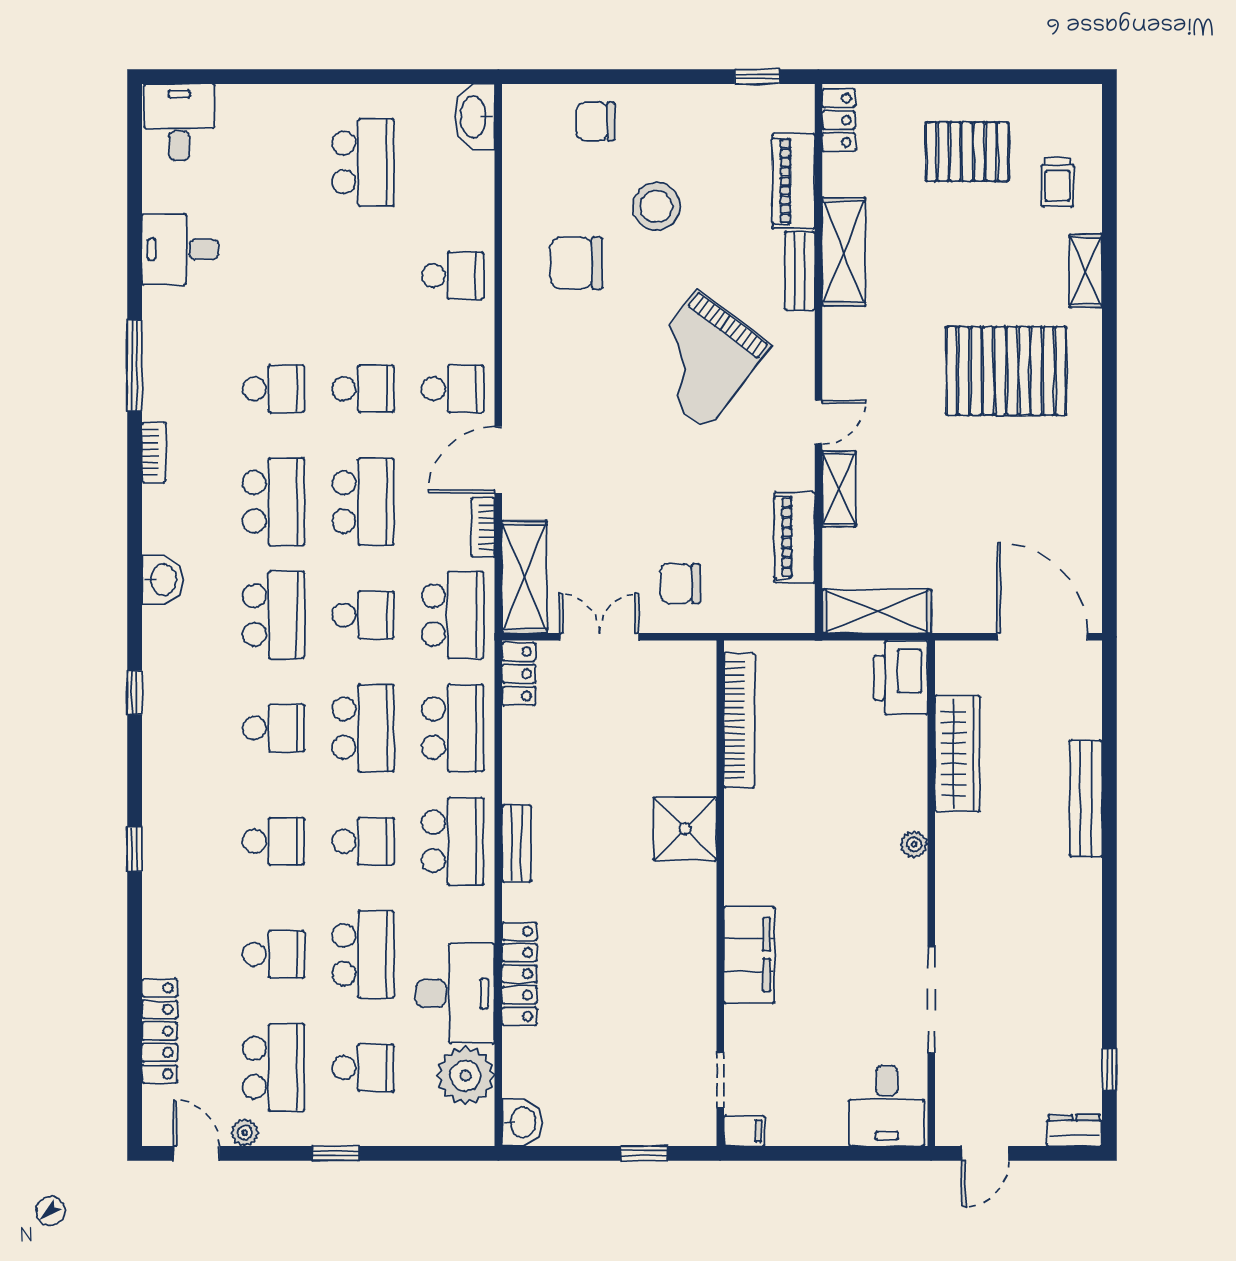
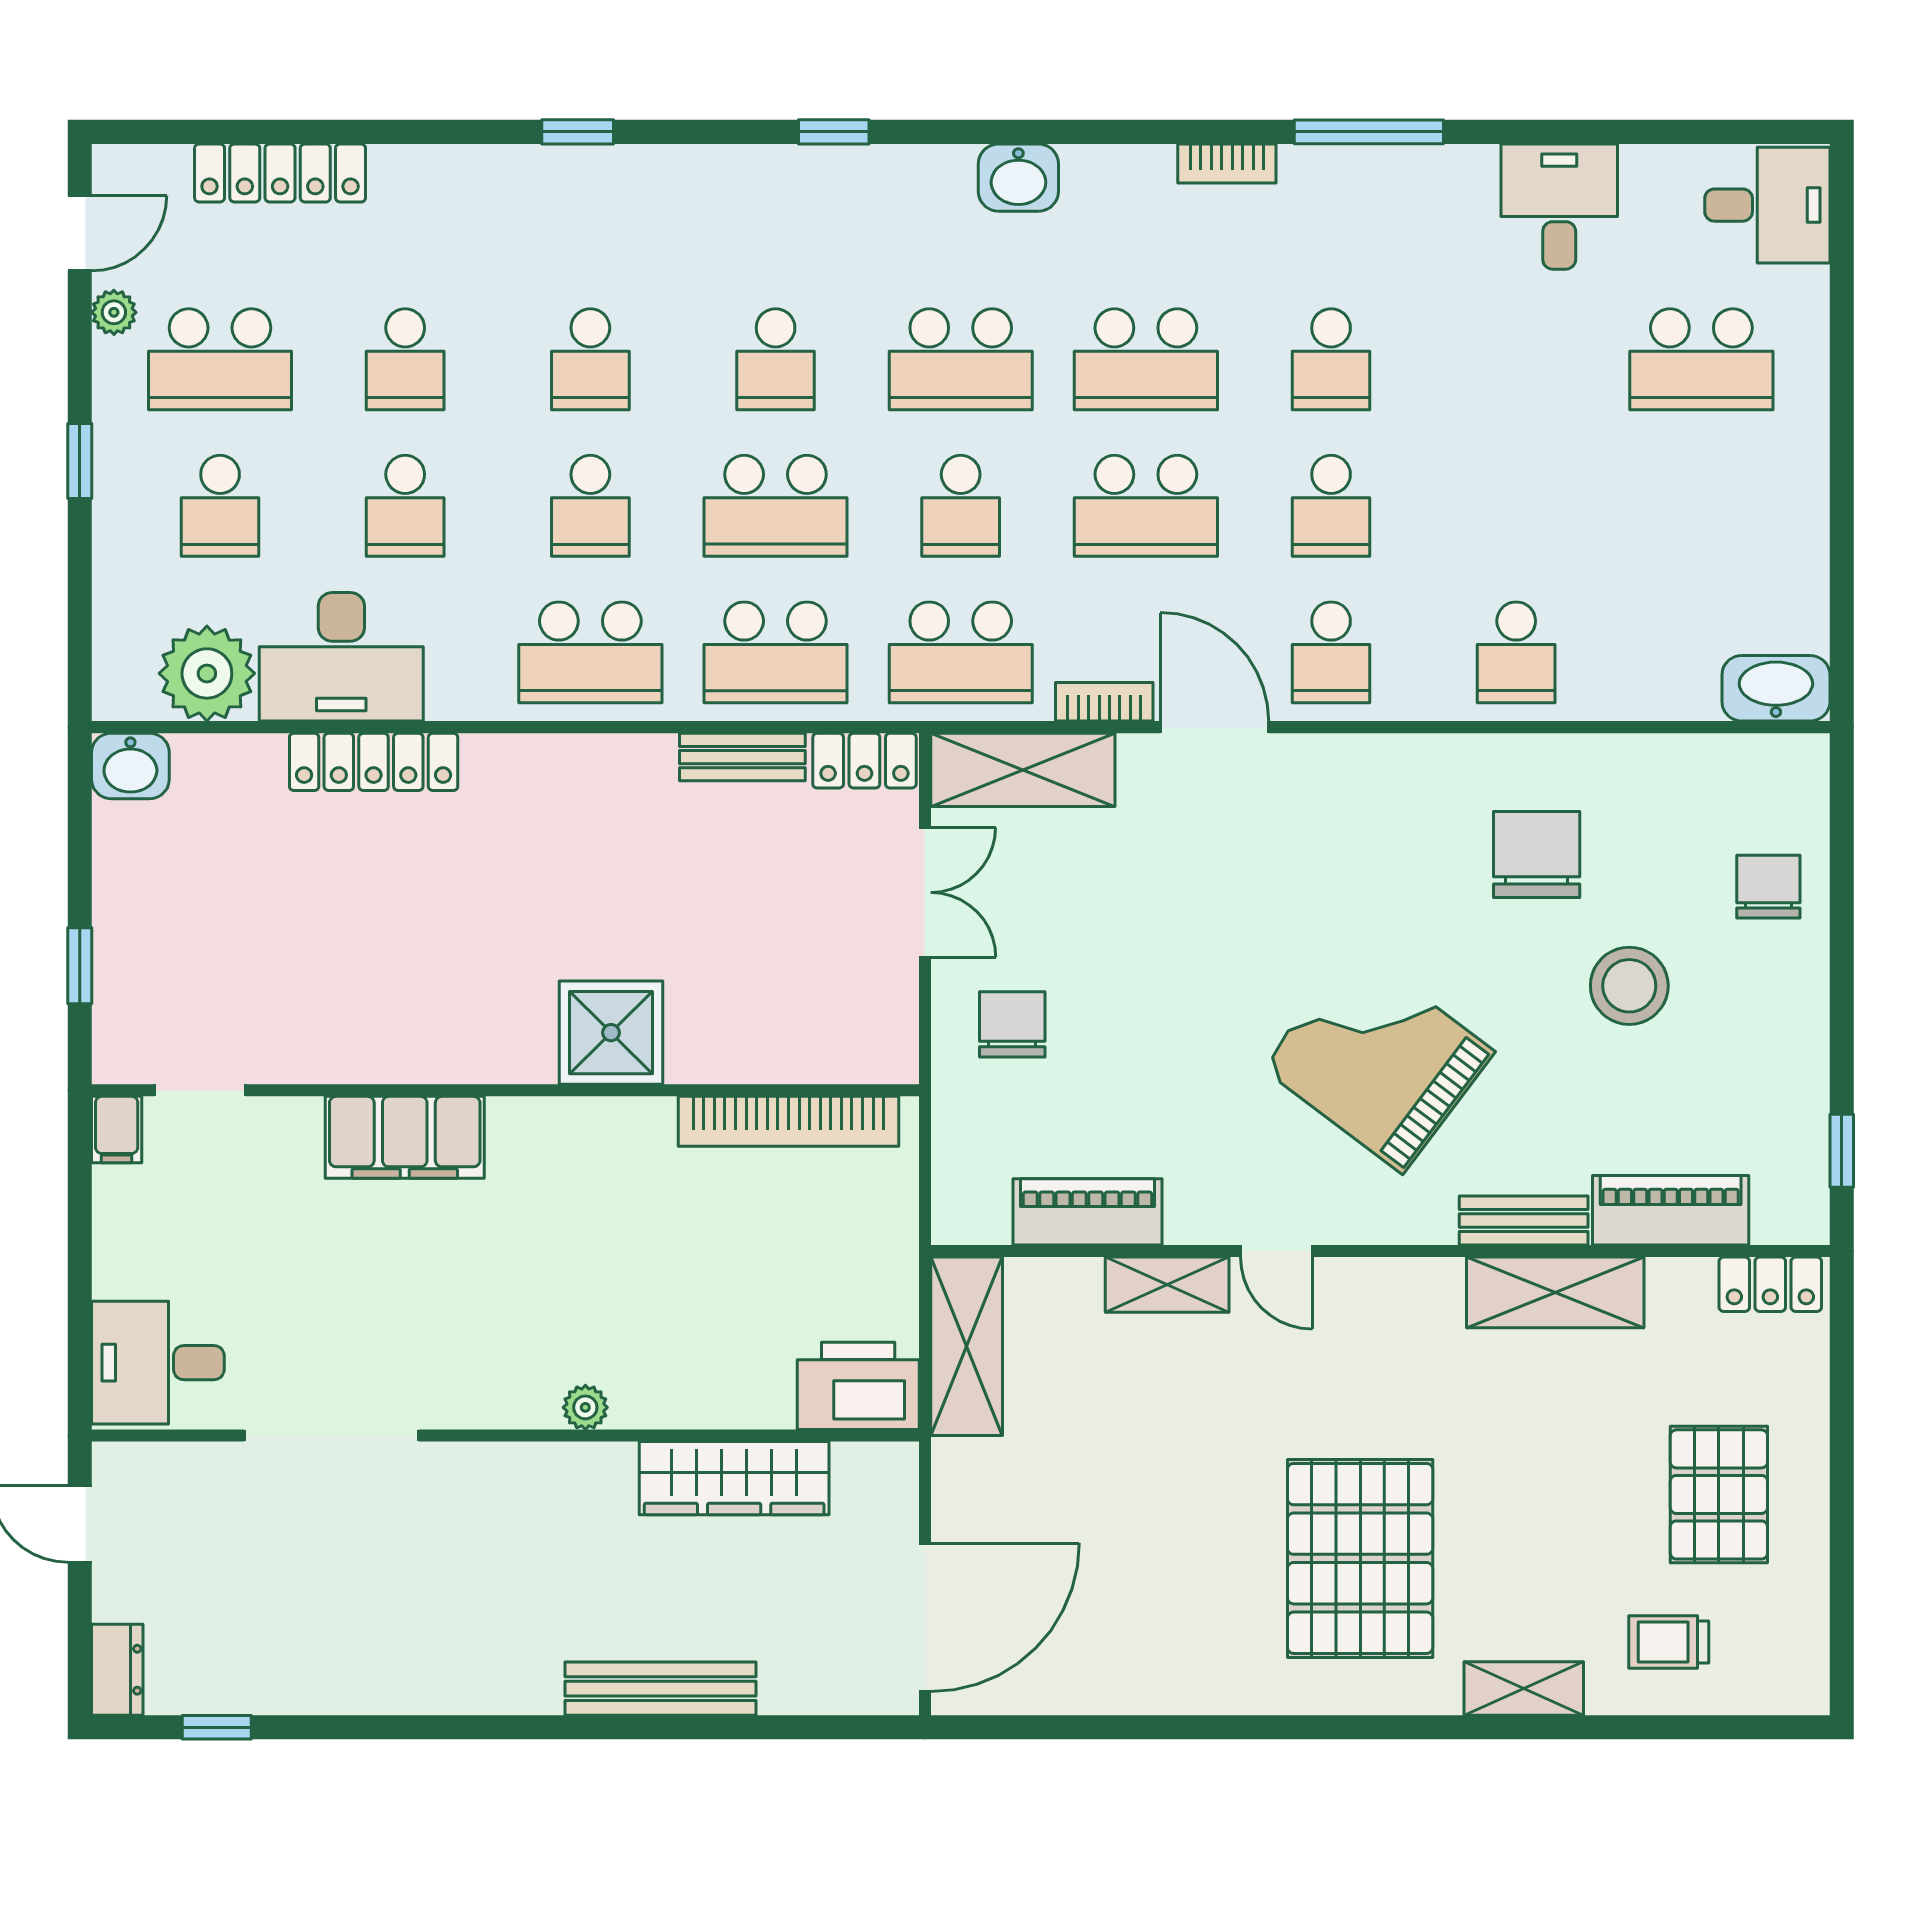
school desk: (363, 162) -> (1701, 359), moved
bench: (517, 843) -> (742, 757), moved
school desk: (363, 954) -> (405, 506), width x0.54

